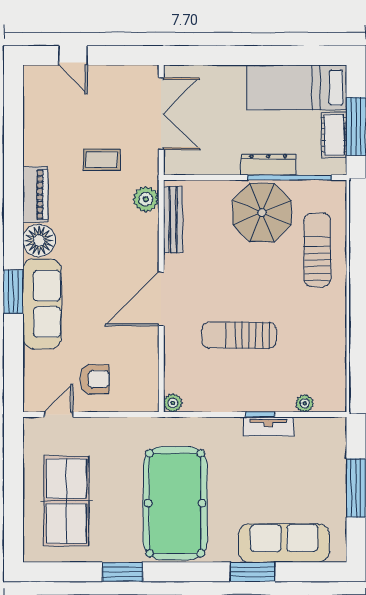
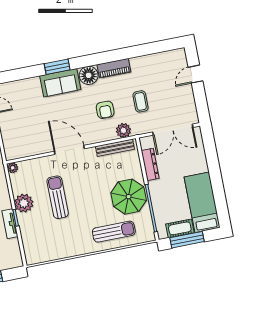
dresser: (268, 165) -> (150, 164), moved
sofa: (42, 304) -> (60, 83), width x0.73
armchair: (95, 379) -> (105, 110), moved
plant: (305, 403) -> (24, 203), moved, width x1.88, depth x1.88

